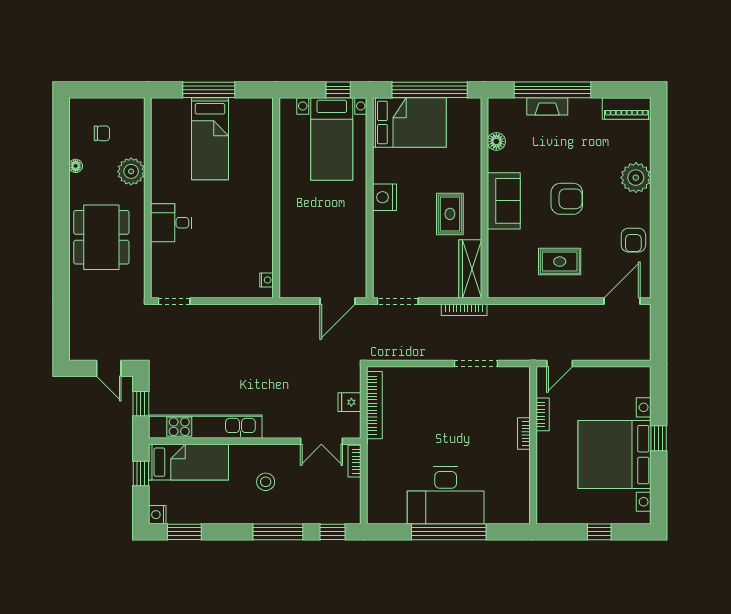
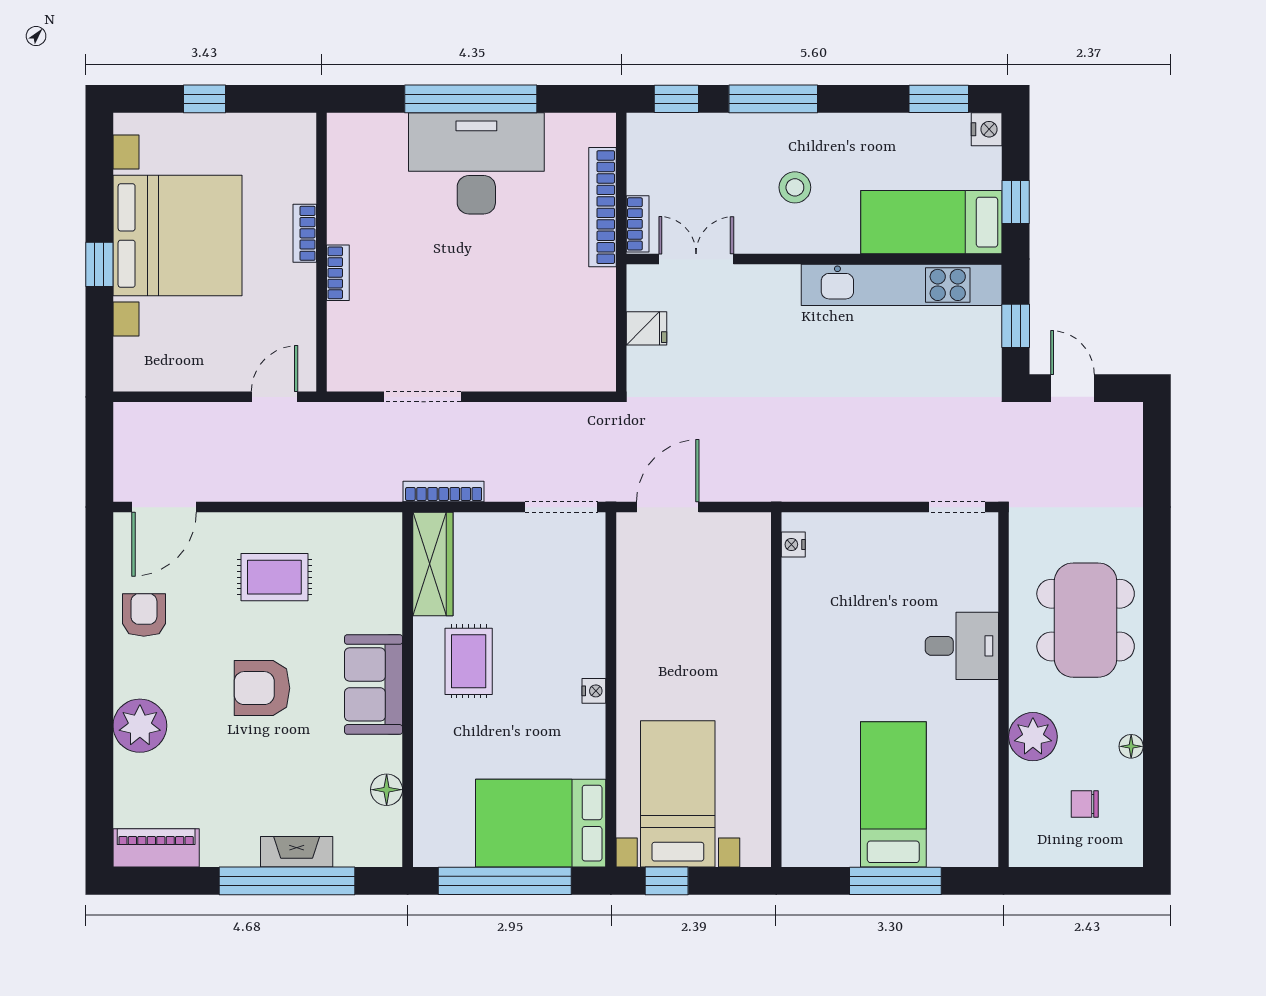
nightstand: (384, 197) -> (594, 691), width x0.53, depth x0.56
bookcase: (374, 405) -> (602, 207), moved
bookcase: (543, 414) -> (305, 233), moved

